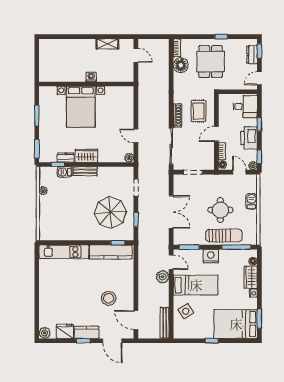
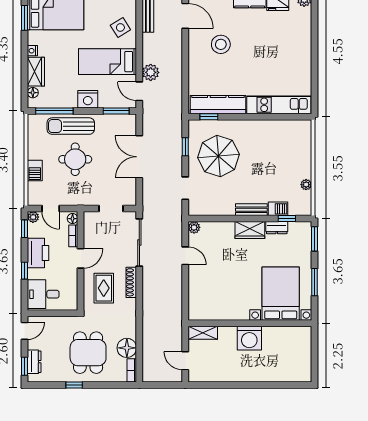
shelving: (107, 44) -> (203, 333), moved
washing machine: (91, 77) -> (249, 338), width x1.89, depth x1.89
bed with nightstands: (81, 107) -> (281, 294), moved

